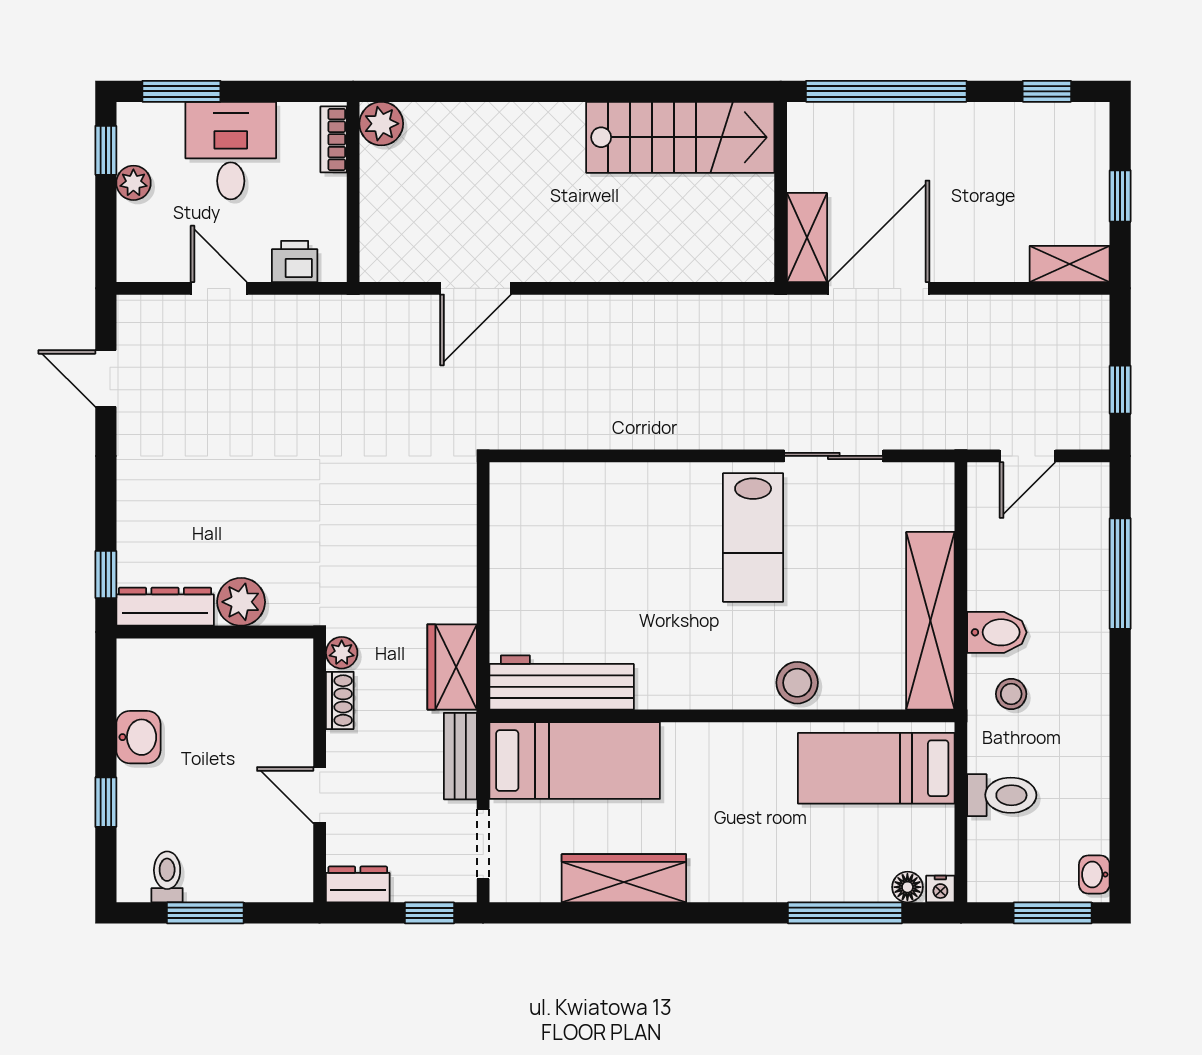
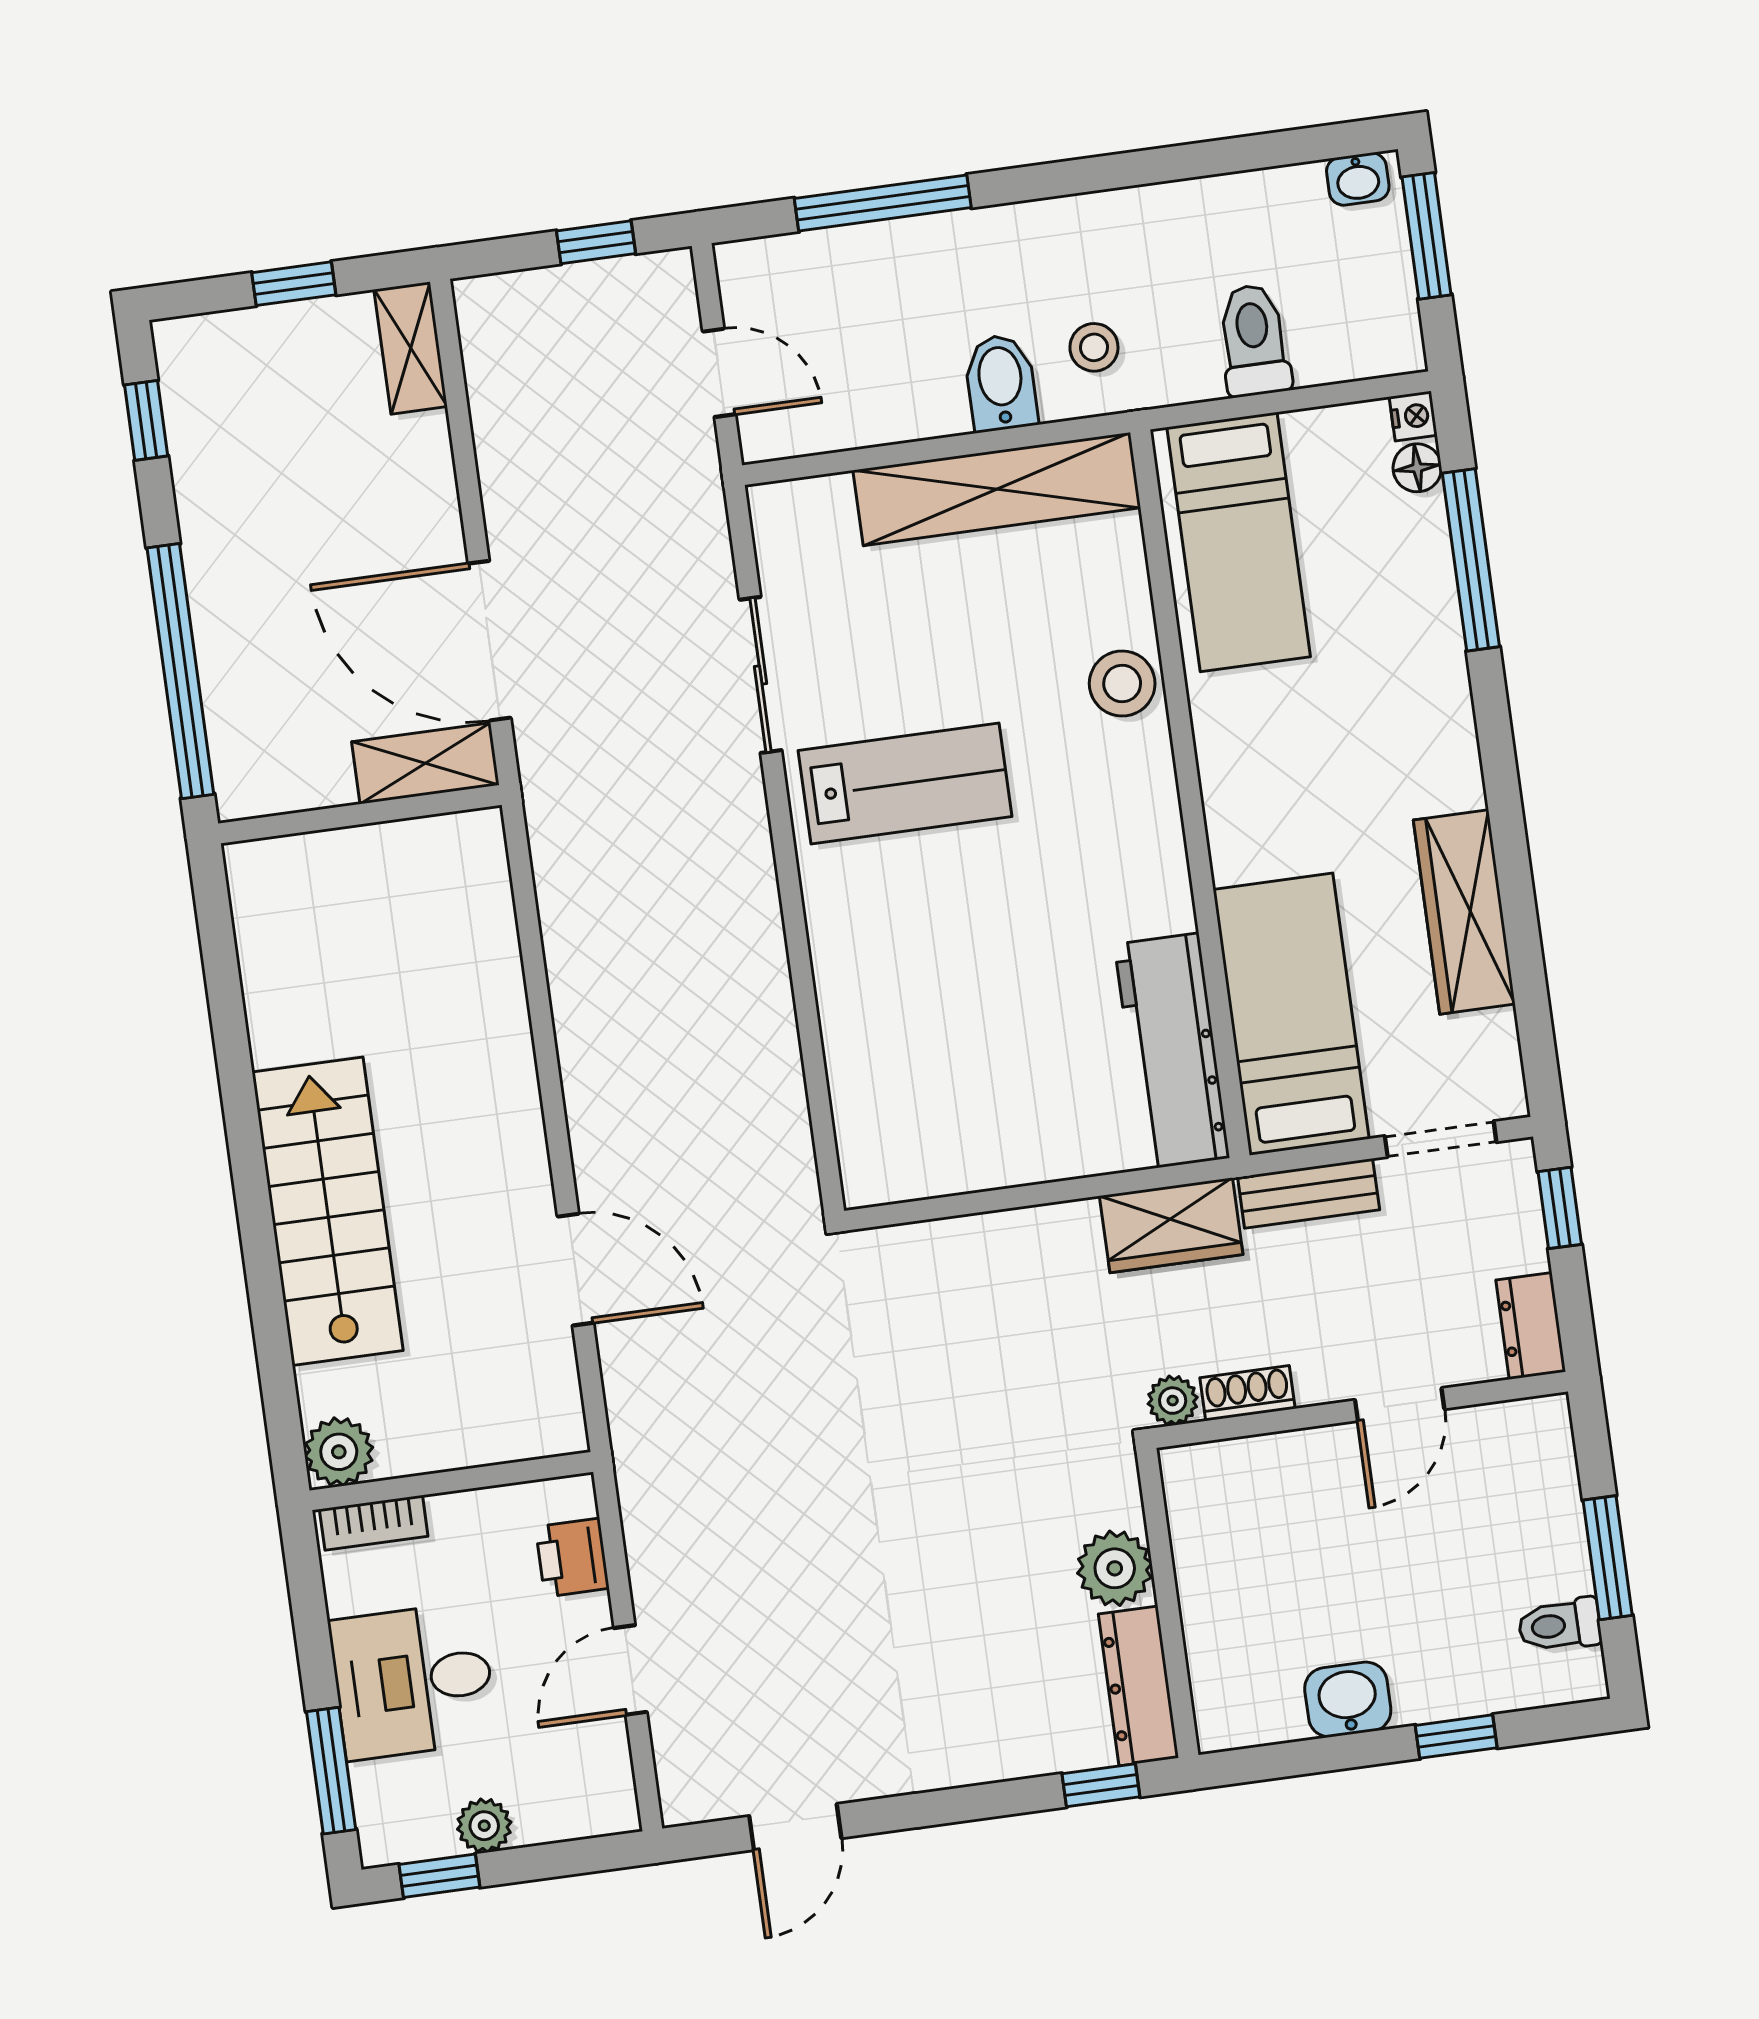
stairs: (680, 137) -> (328, 1211), moved

